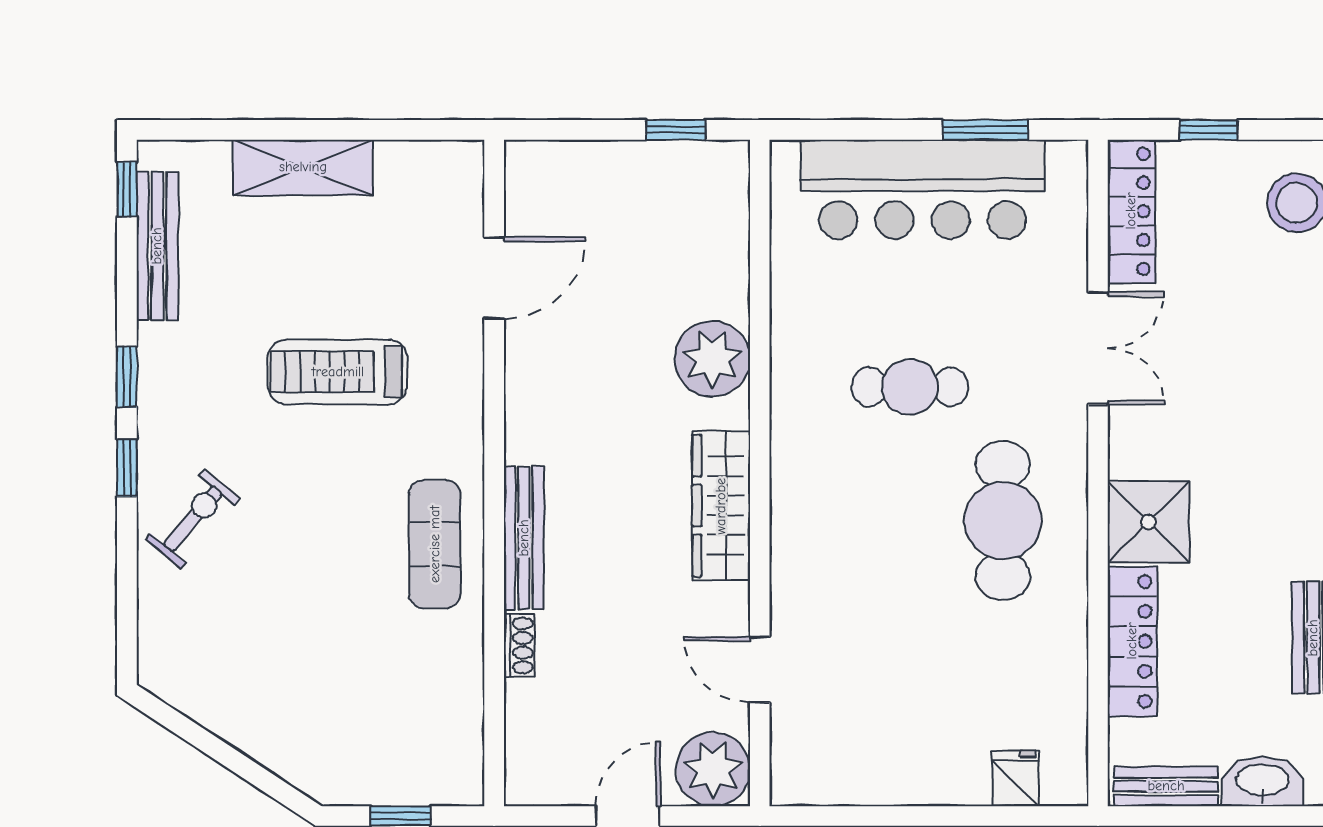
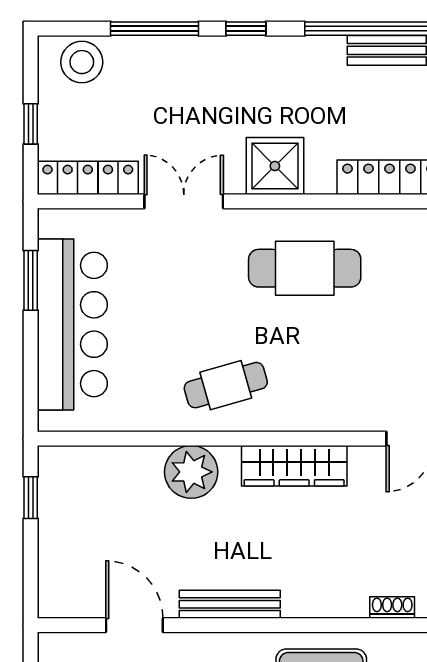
cafe table: (910, 387) -> (226, 385), moved, turned 74
shower: (1148, 522) -> (275, 166), moved
bench: (524, 538) -> (230, 604), moved

